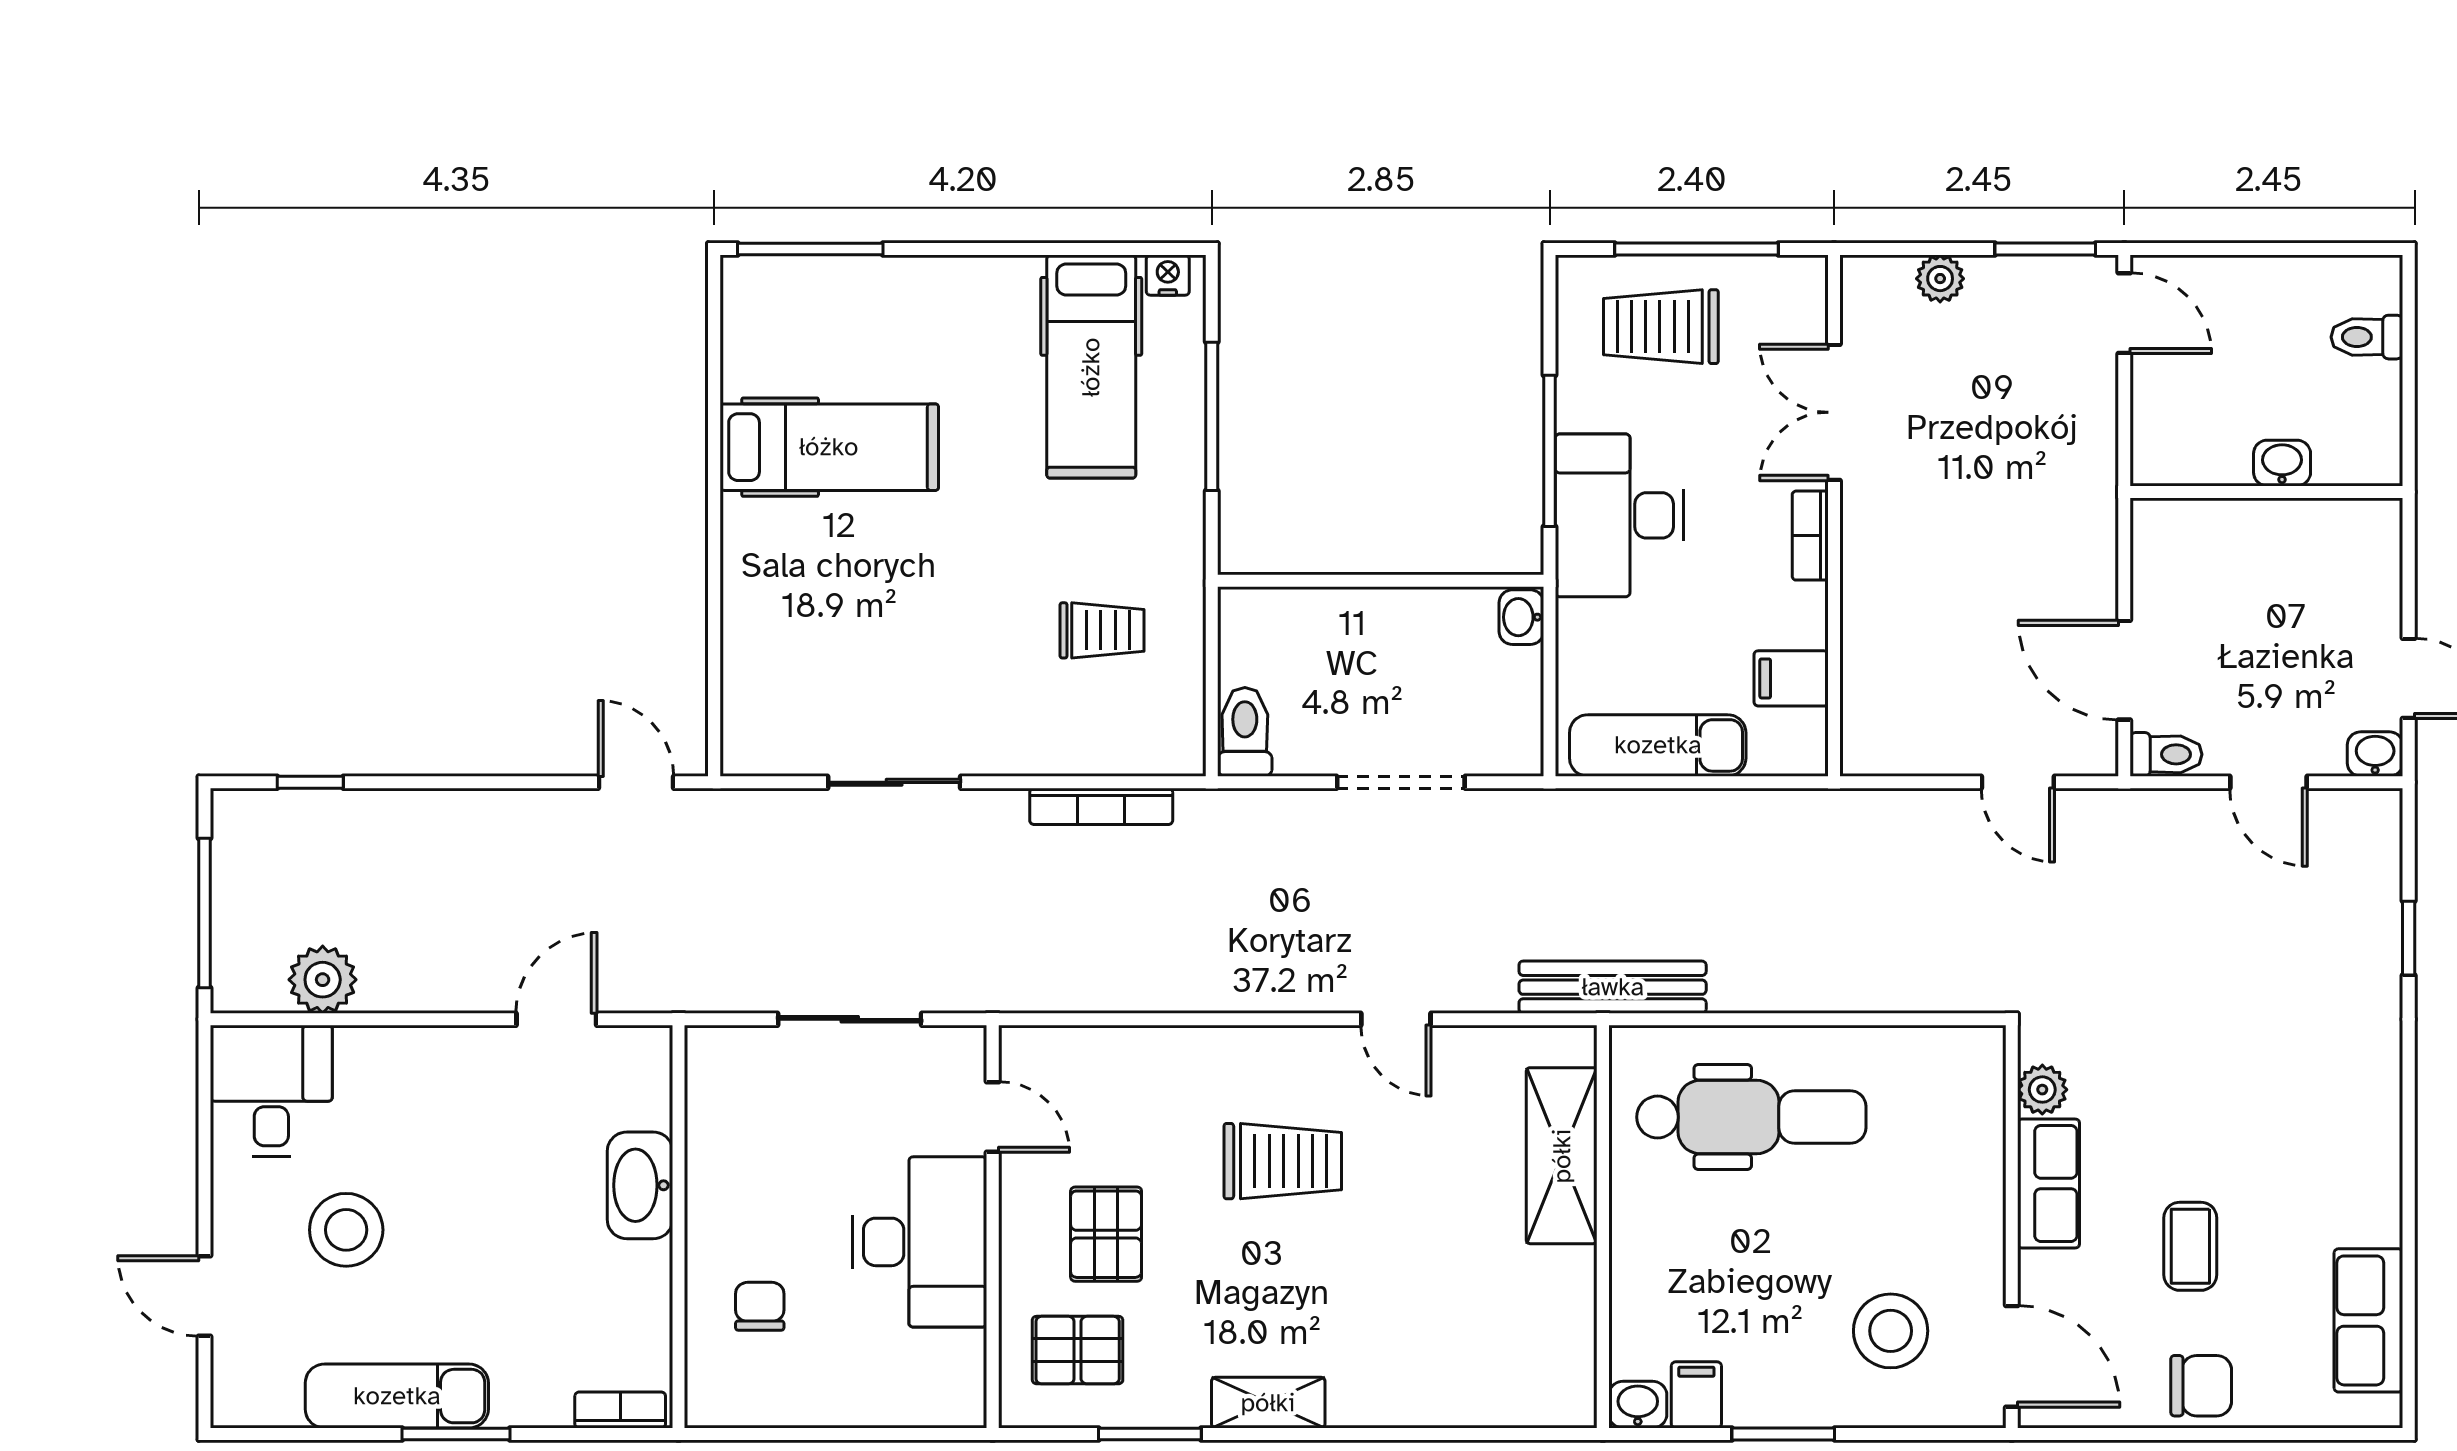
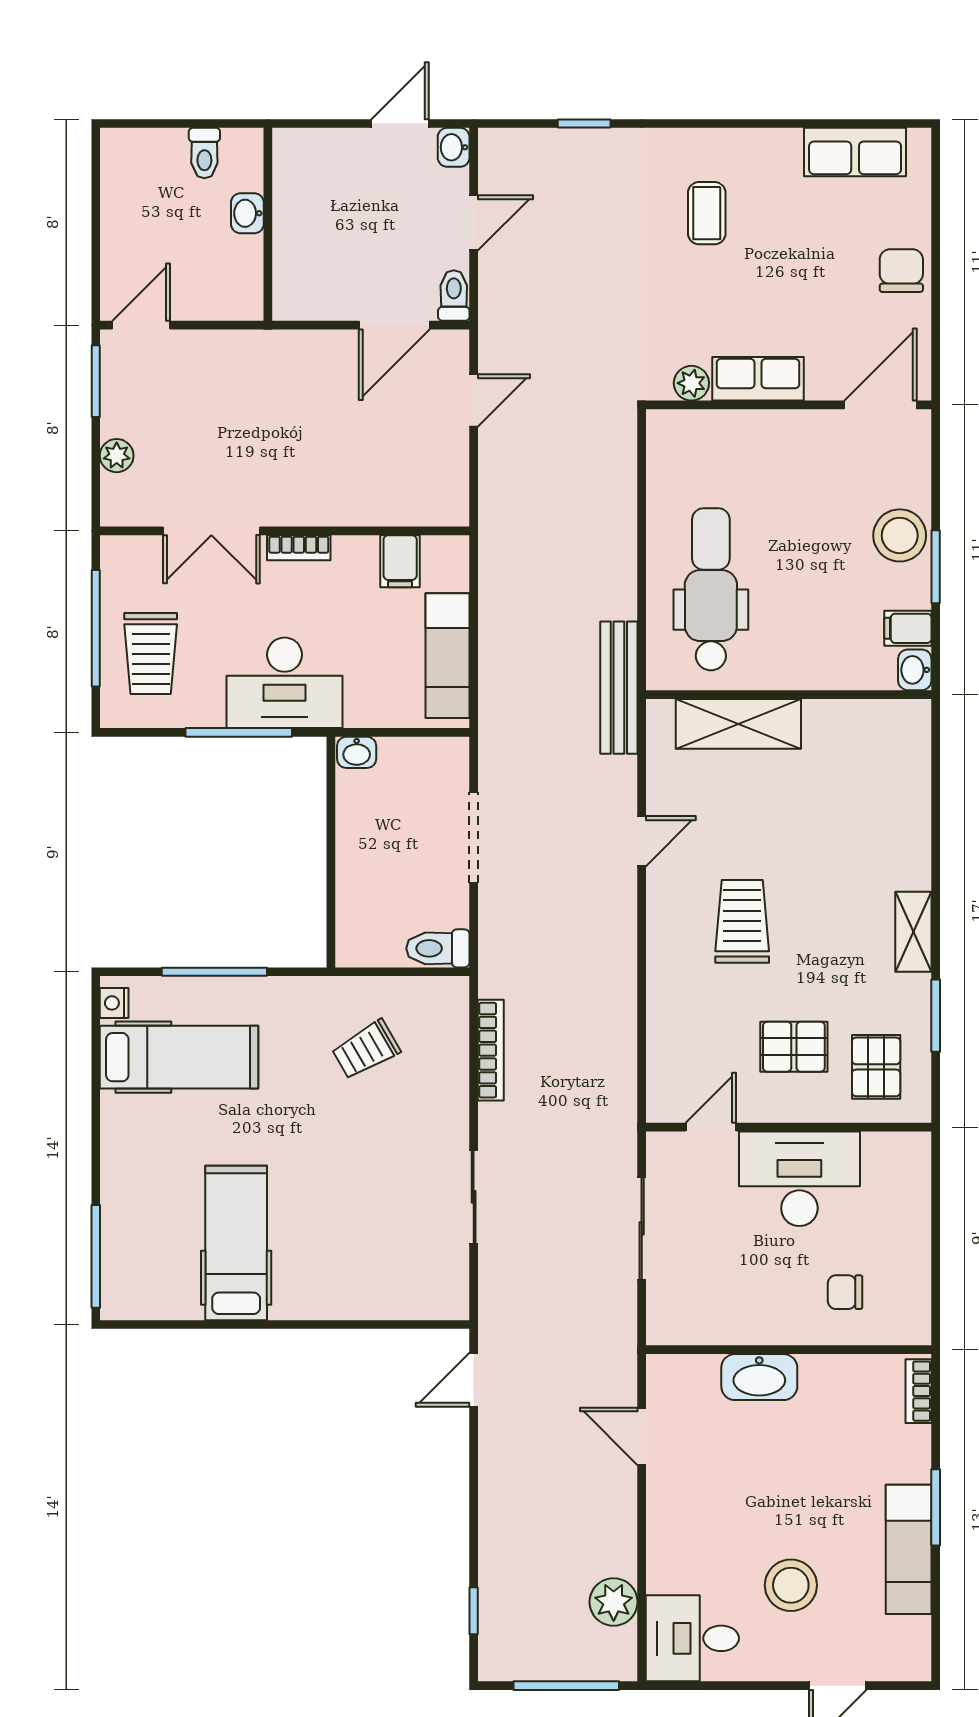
toilet: (2367, 337) -> (204, 153), moved
trolley: (1102, 630) -> (366, 1050), turned -120
coffee table: (2190, 1246) -> (707, 213), moved, turned 90
stool: (1891, 1331) -> (900, 535), moved

